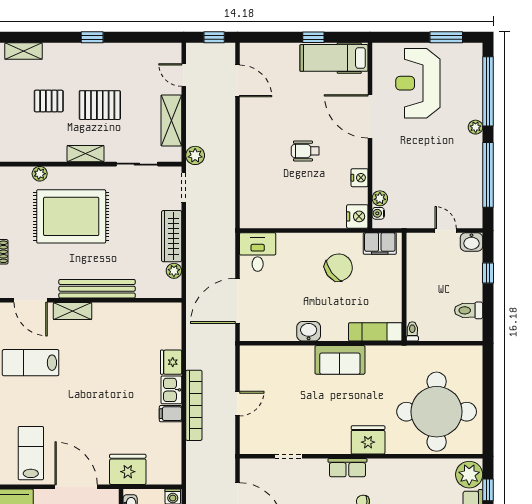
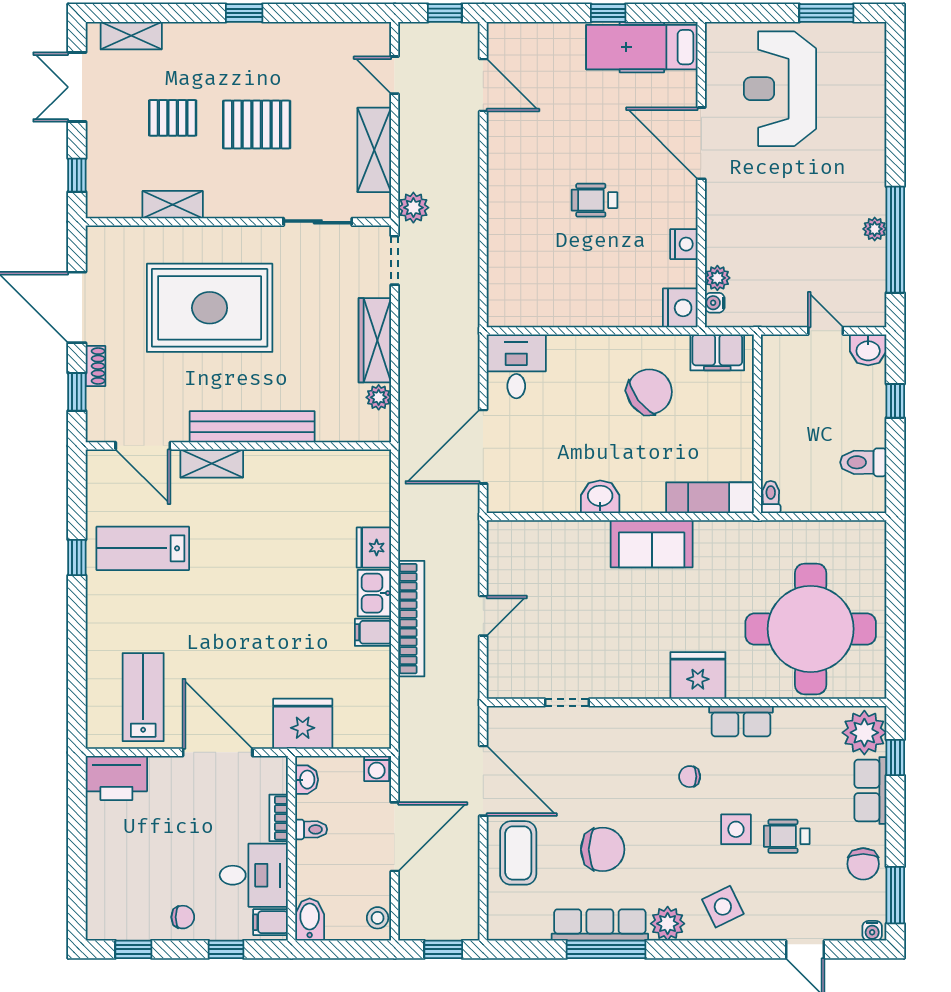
window: (488, 91) -> (895, 102), removed
plant: (476, 127) -> (875, 229), moved
shelving: (86, 154) -> (173, 205), moved
plant: (40, 174) -> (158, 238), removed
row of seats: (347, 468) -> (741, 721), moved

